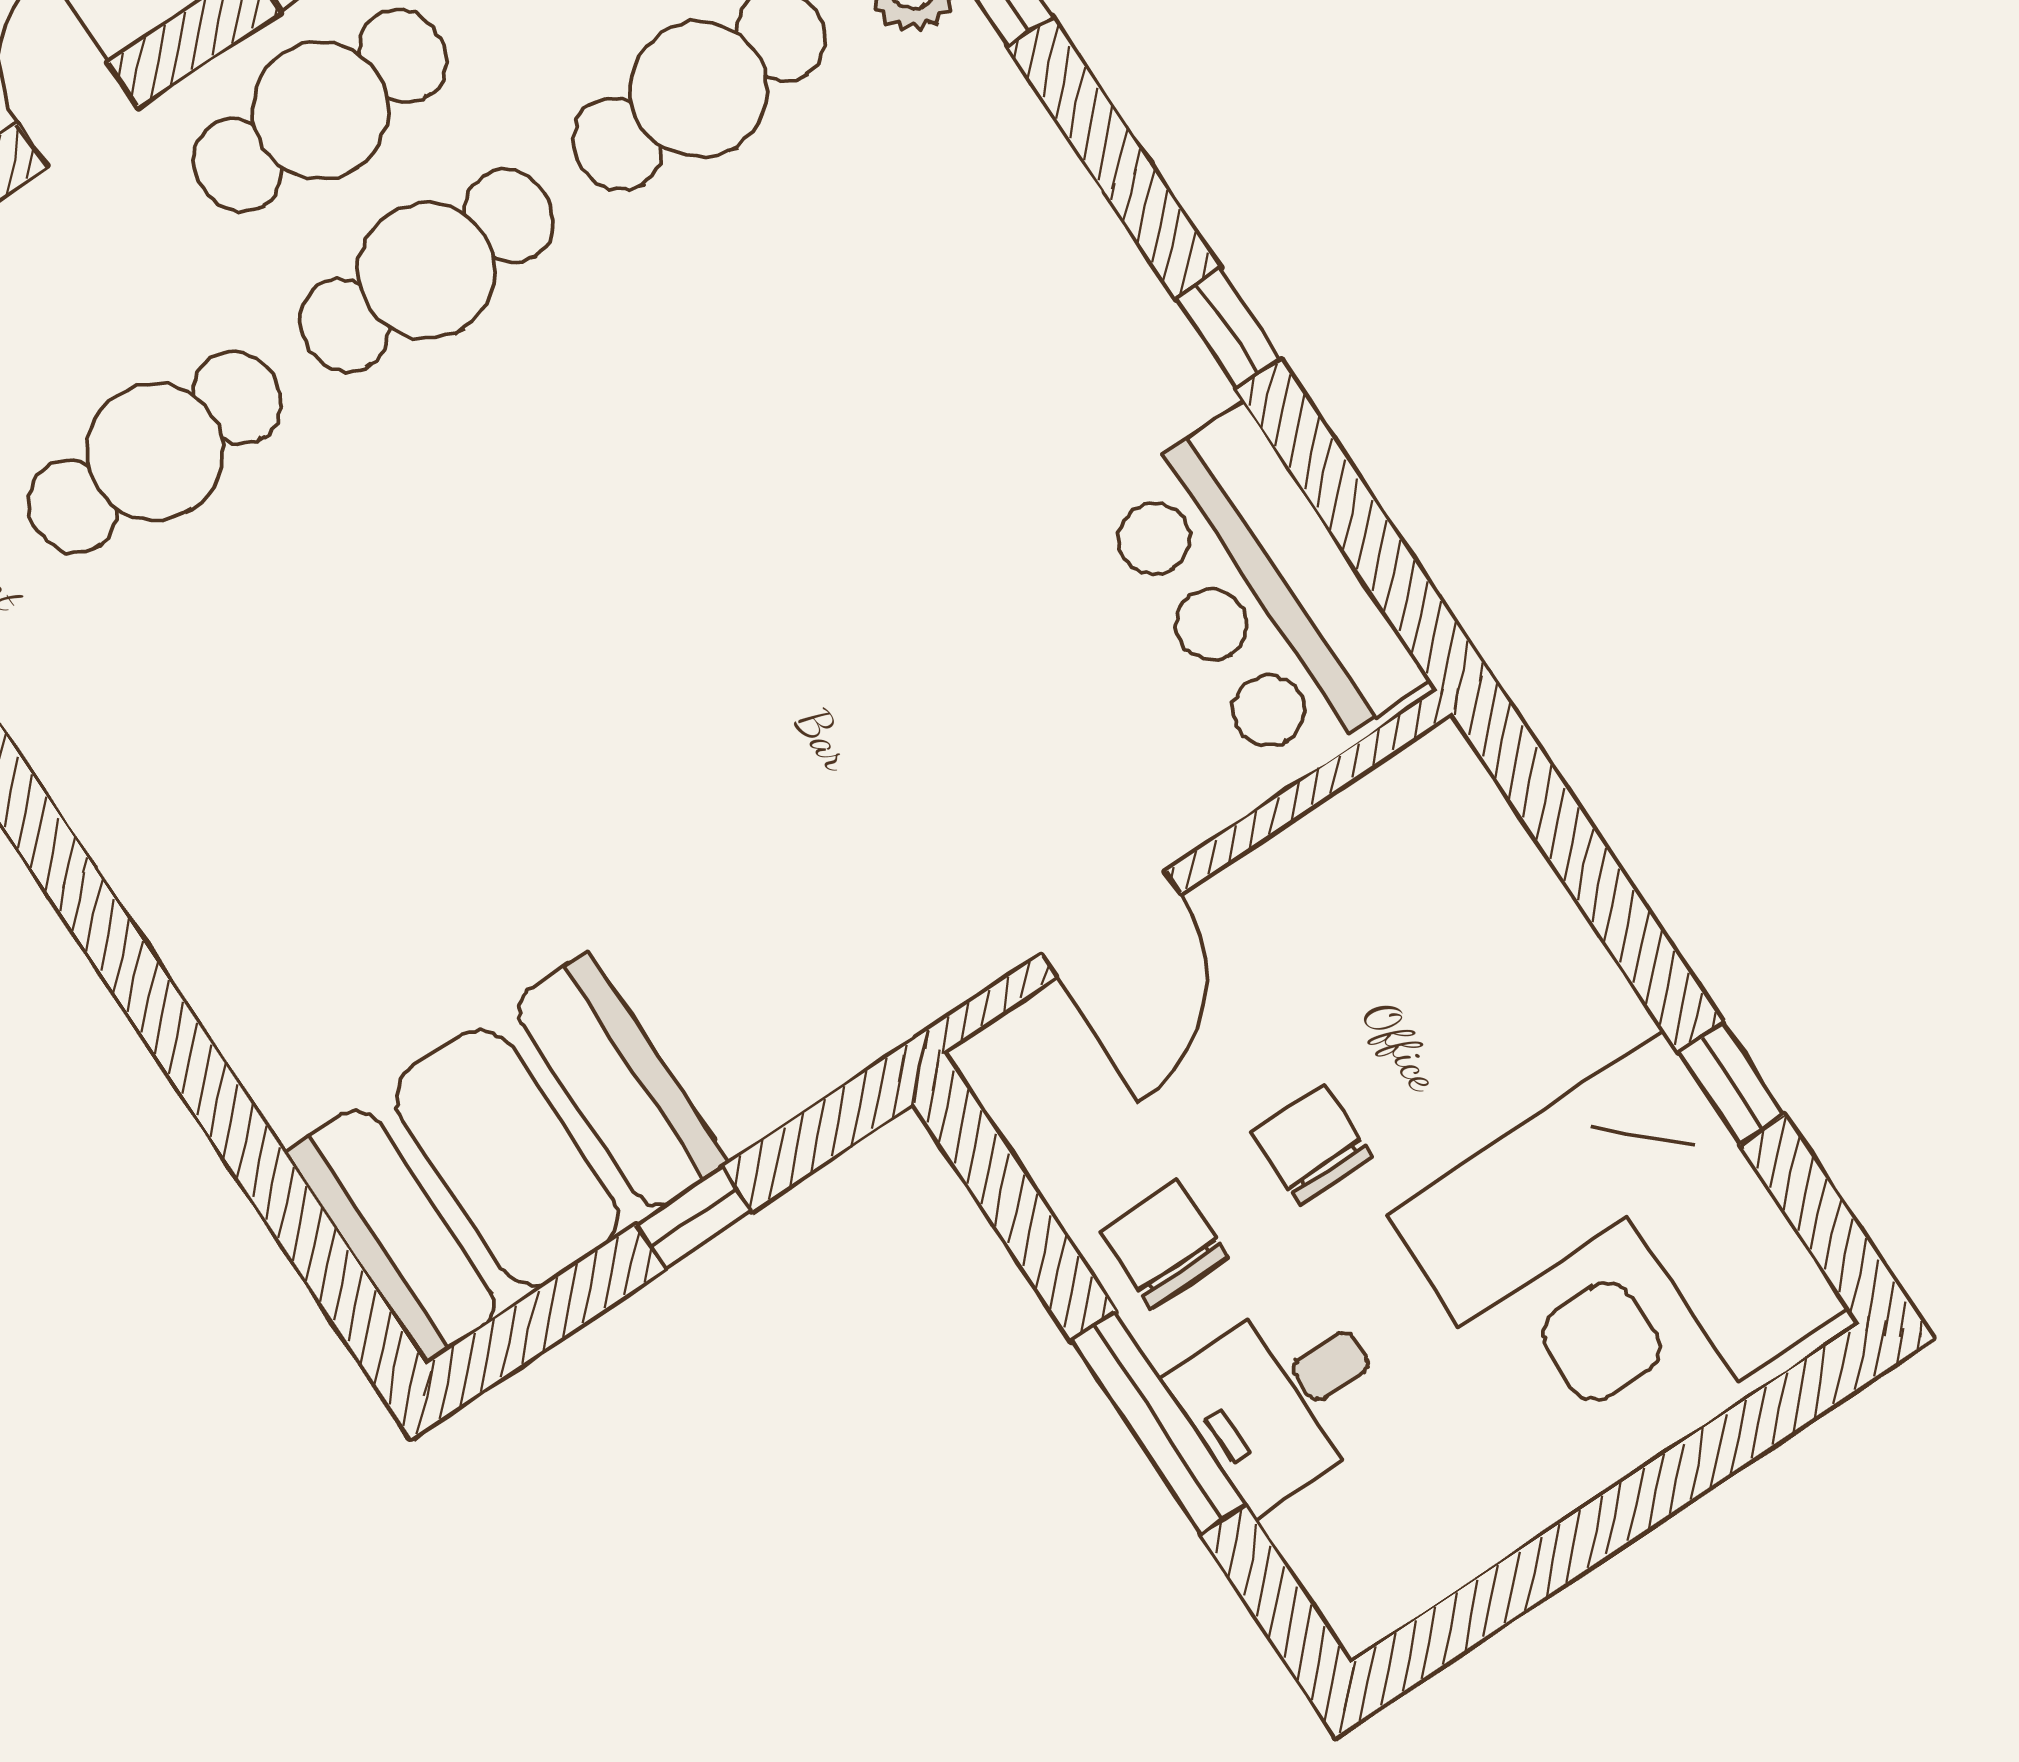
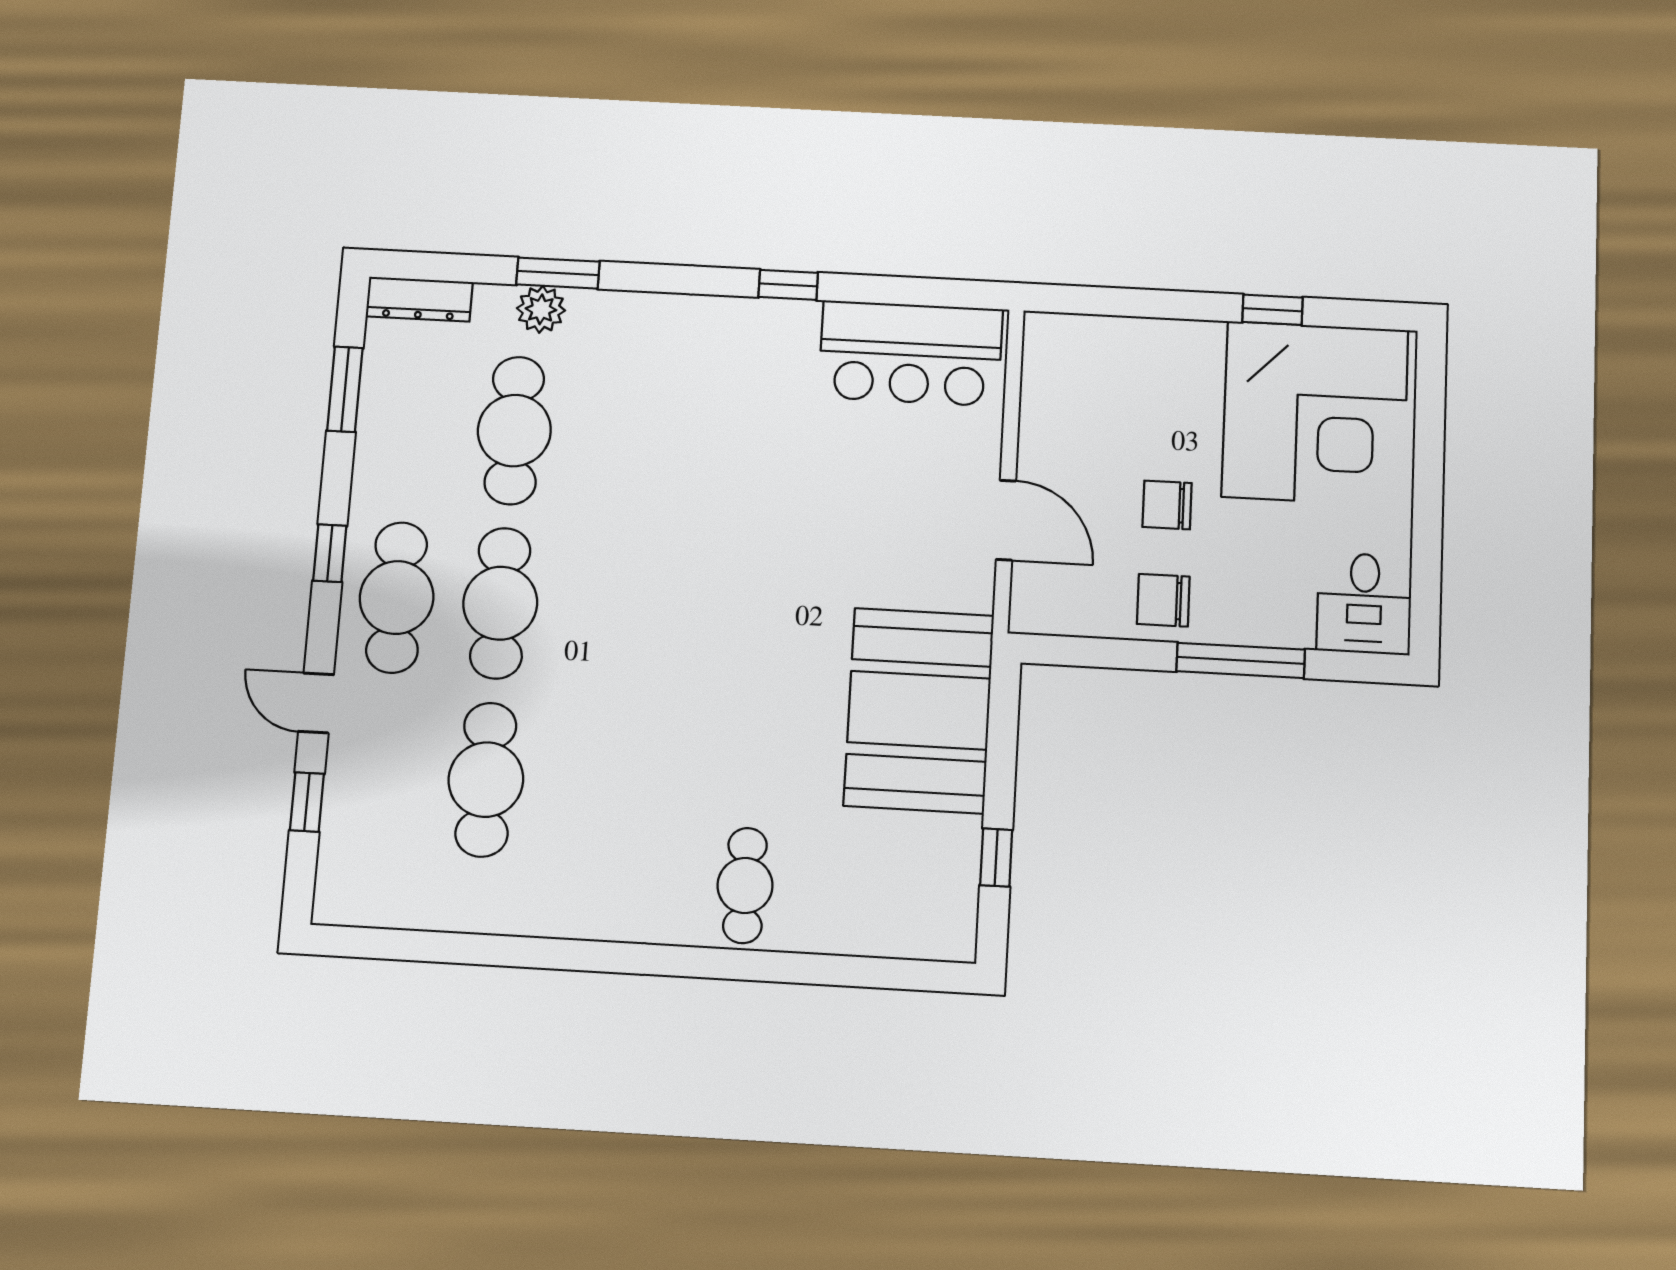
cafe table: (287, 947) -> (745, 885), added
booth: (507, 1158) -> (919, 710), moved
window: (694, 1218) -> (996, 857), moved
desk: (1283, 1398) -> (1364, 603), moved

